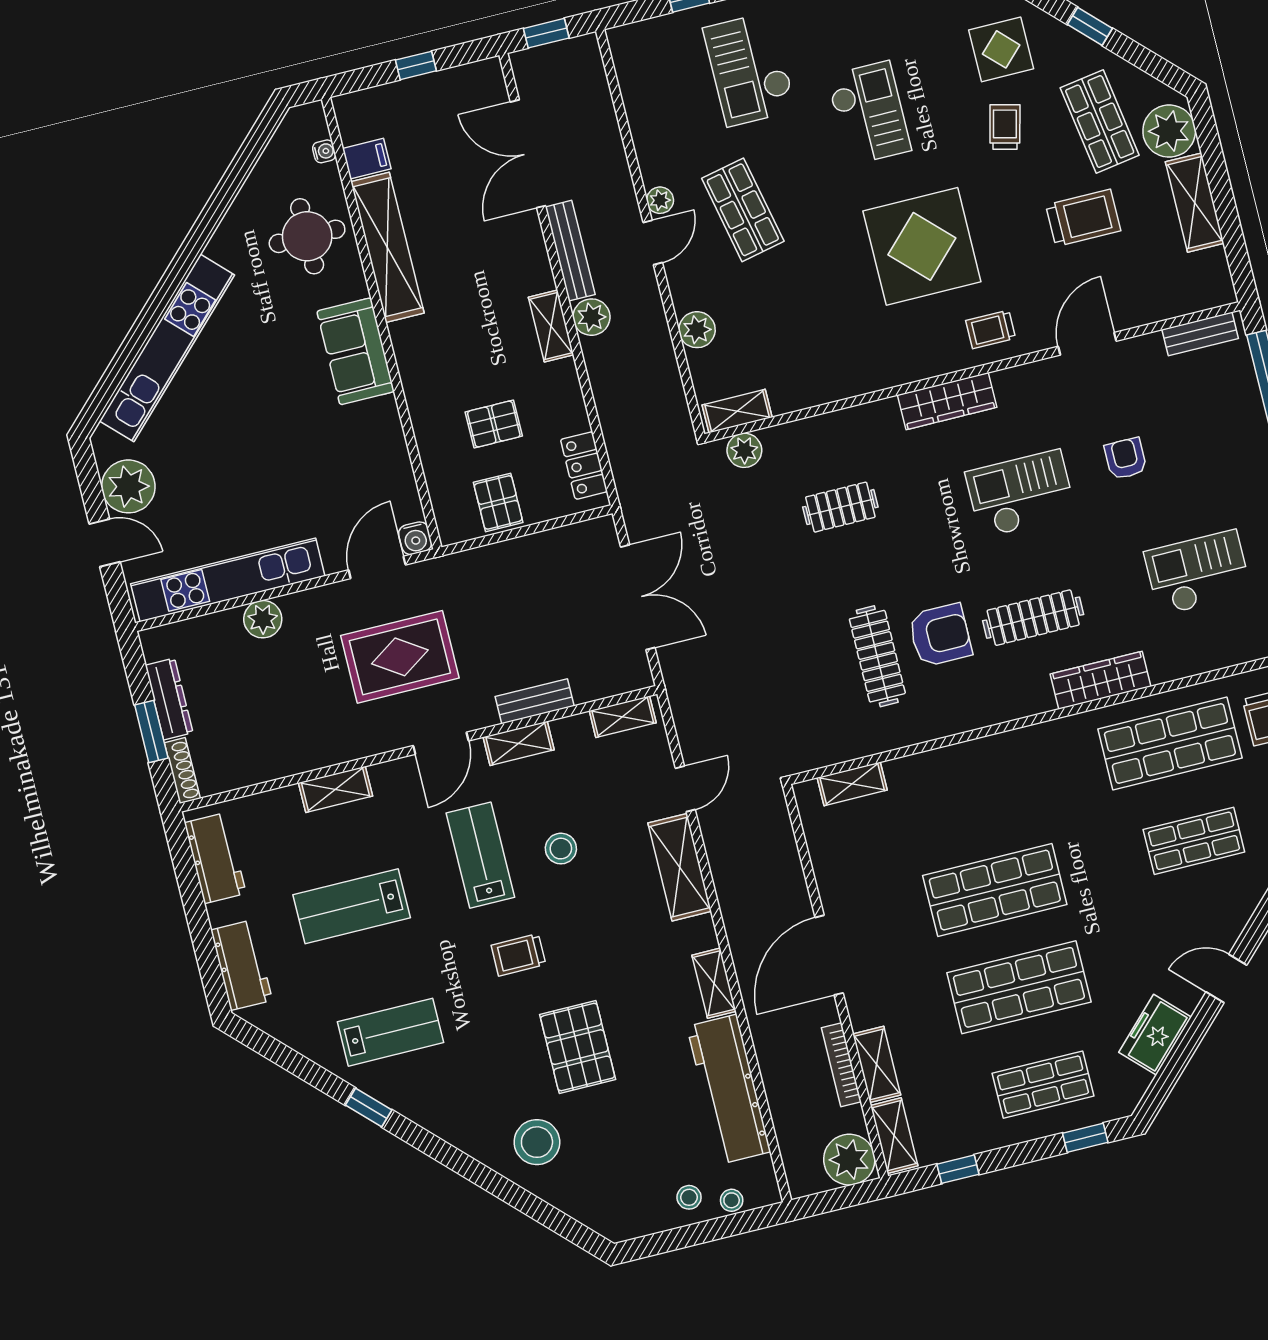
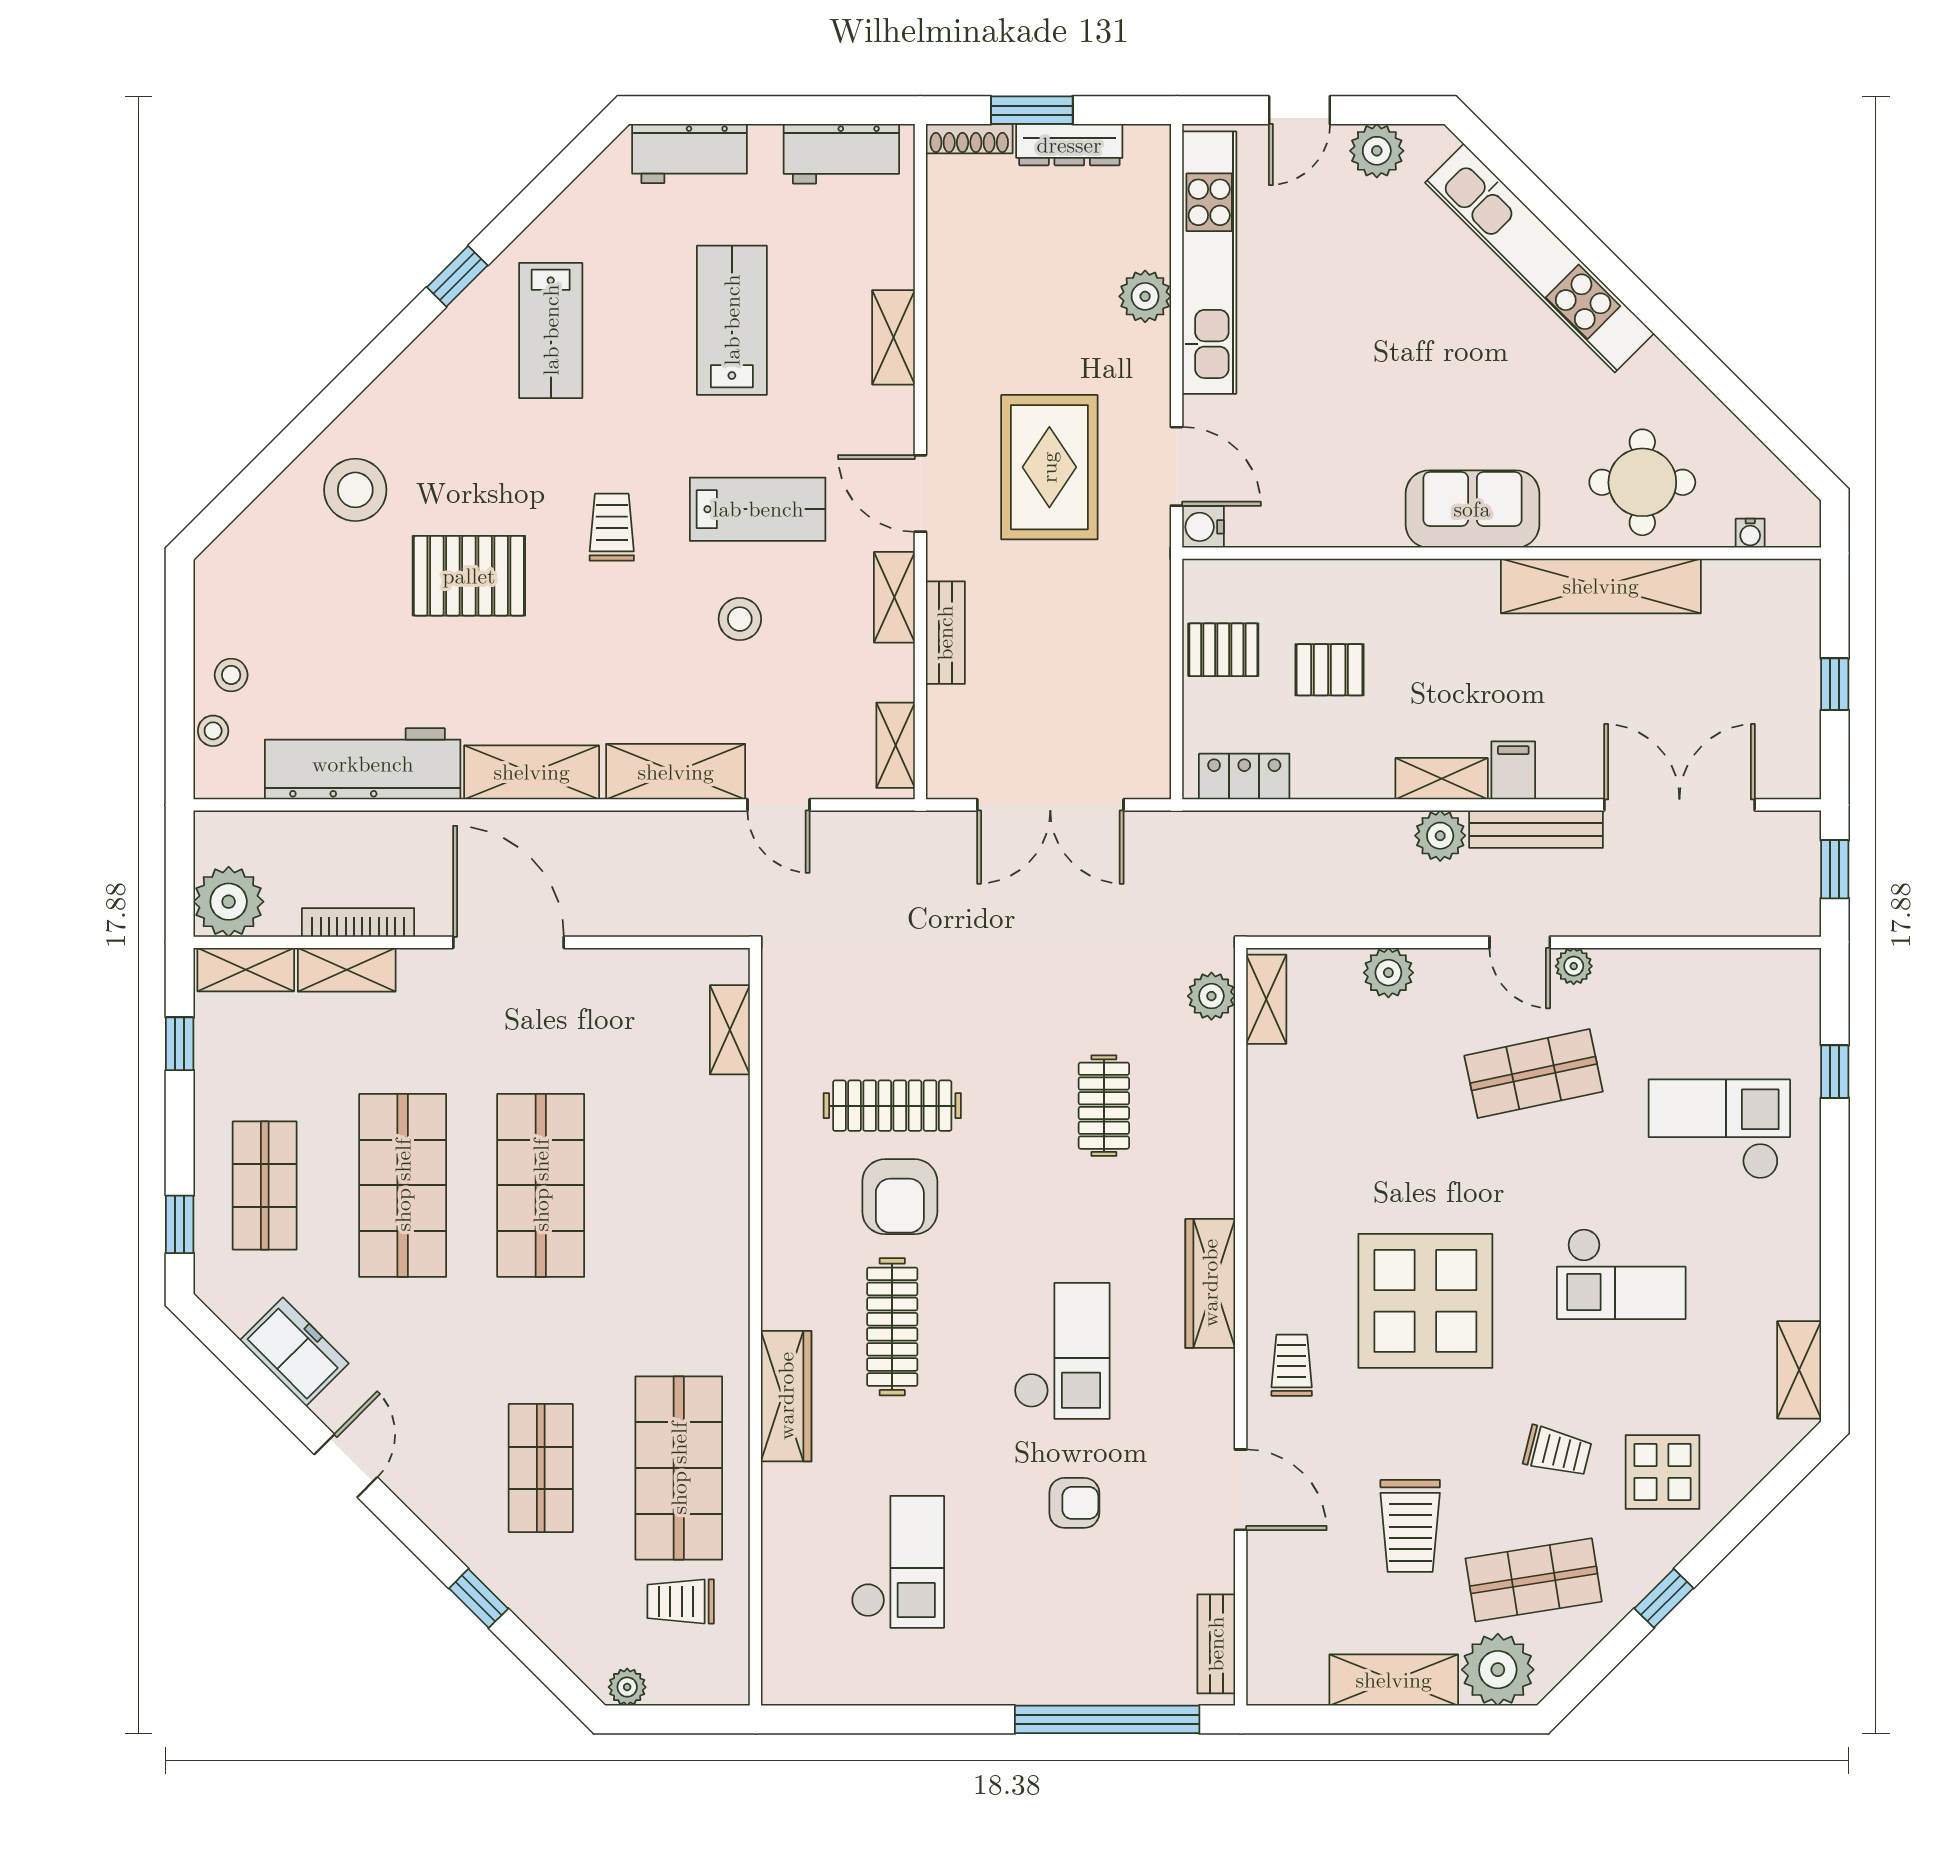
filing cabinet: (367, 159) -> (1513, 770), moved, turned 180
pallet: (494, 424) -> (1330, 670), turned 90
plant: (128, 486) -> (1377, 151), width x0.73, depth x0.73
shelving: (714, 983) -> (532, 772), width x1.50, depth x1.33

